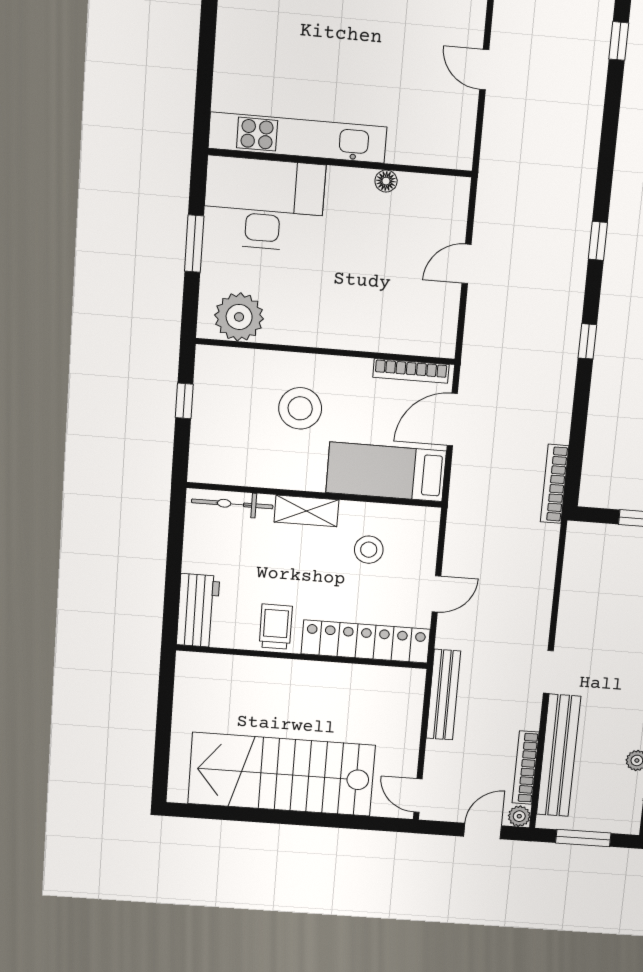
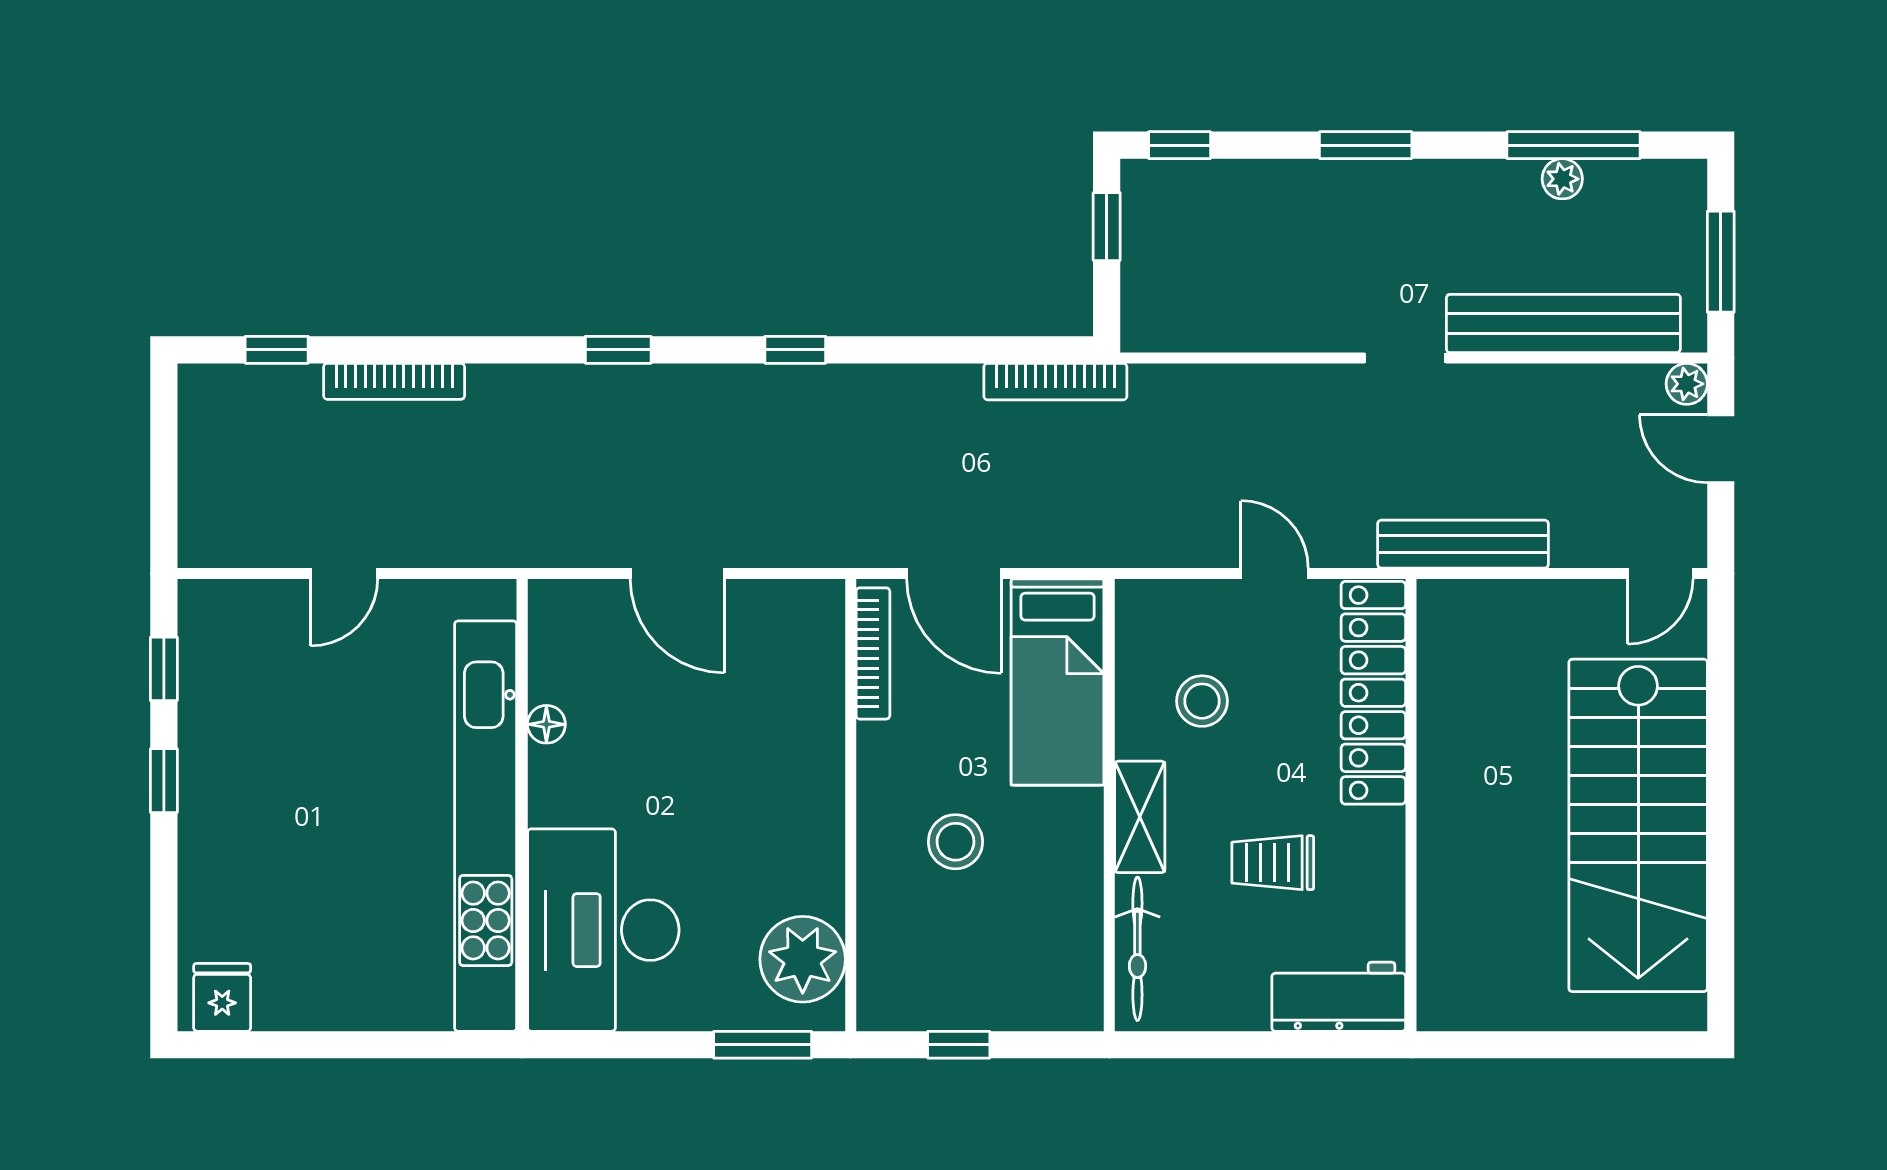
kitchen unit: (298, 138) -> (486, 826), width x1.36
window: (194, 244) -> (763, 1045), moved
door: (467, 264) -> (677, 573), width x1.38
stool: (300, 408) -> (955, 842), width x0.73, depth x0.73
trolley: (276, 627) -> (1273, 863), moved
bookcase: (526, 768) -> (394, 381), moved

